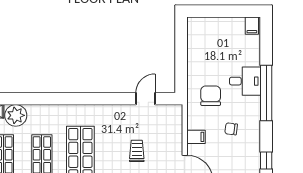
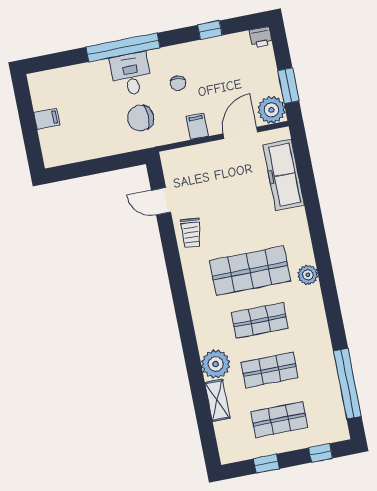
filing cabinet: (252, 26) -> (47, 119), moved
desk: (245, 81) -> (131, 74), moved
trolley: (137, 151) -> (191, 233), moved, turned -85

